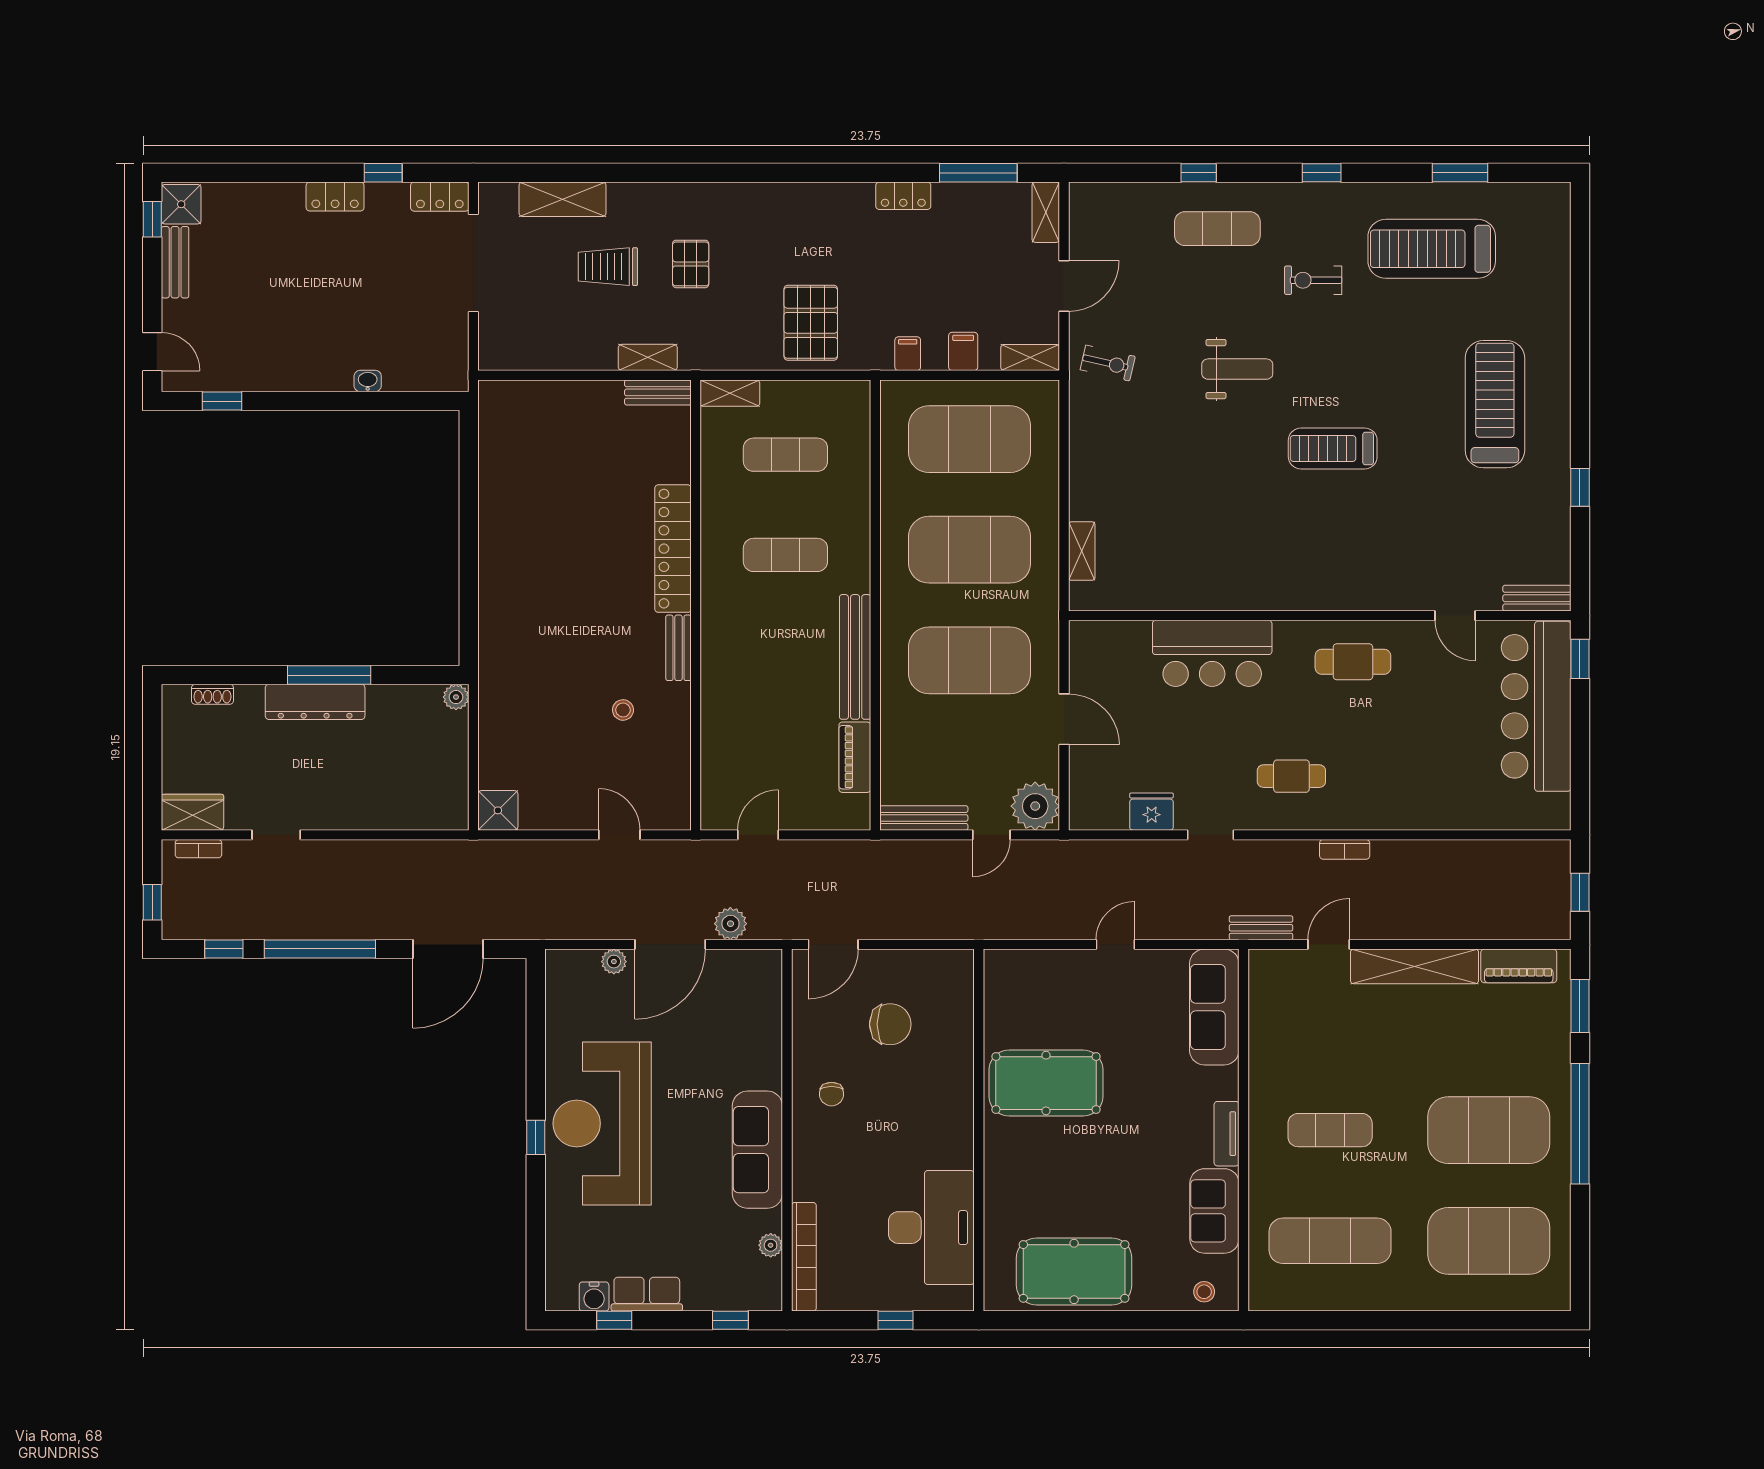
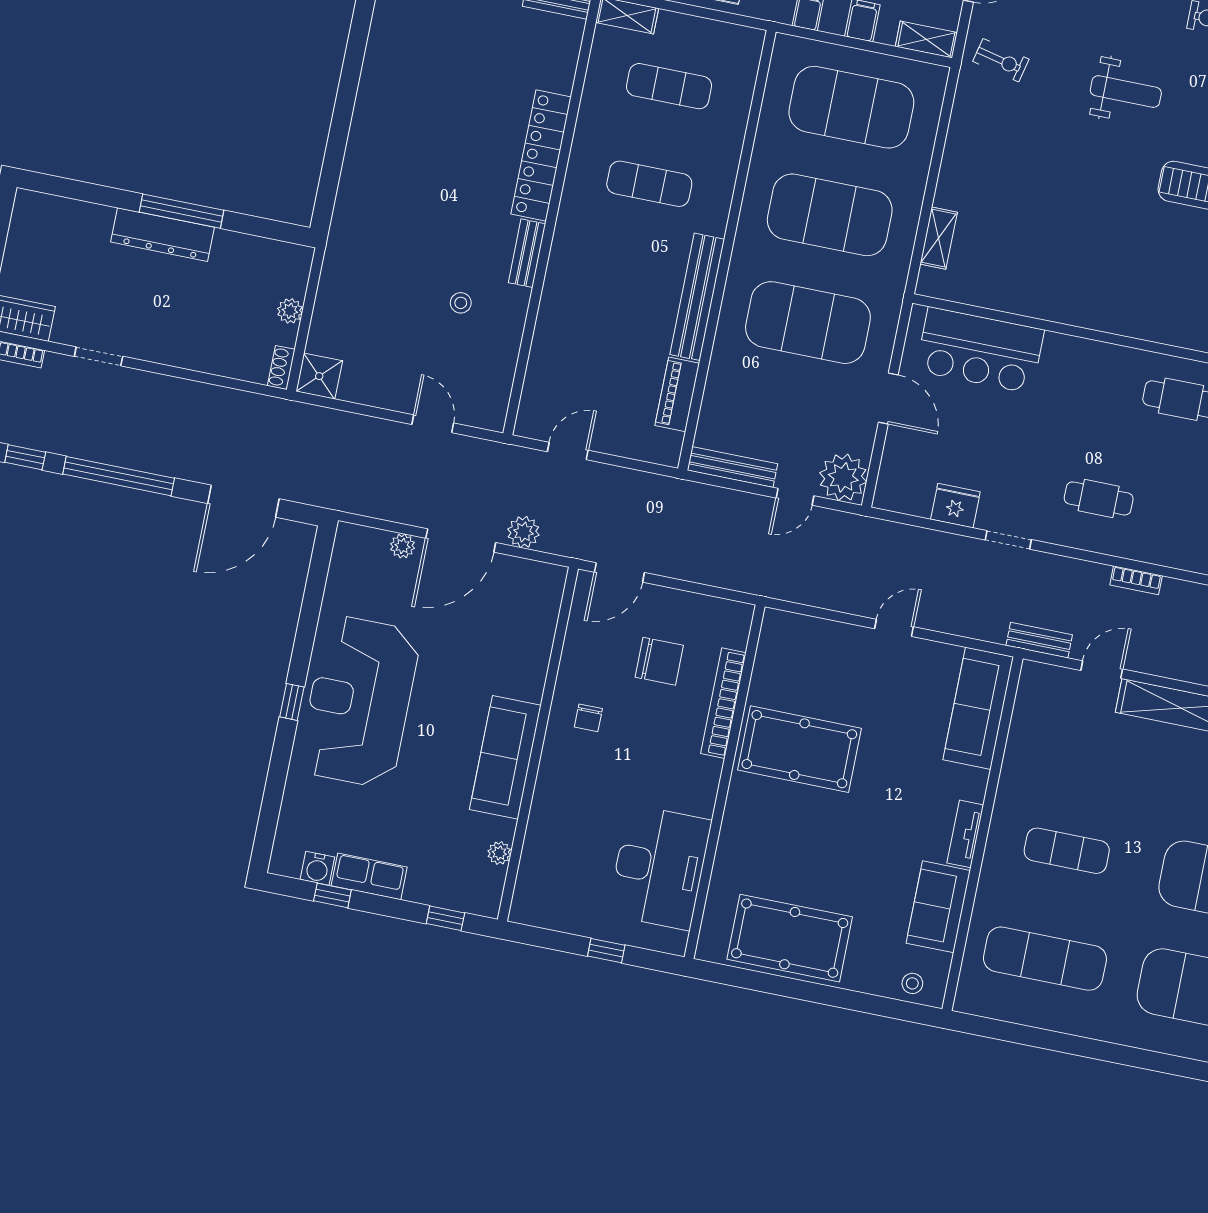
bar counter: (1212, 653) -> (980, 350), moved
shoe rack: (212, 694) -> (281, 368), moved, turned 90
plant: (456, 697) -> (290, 311), moved
bookcase: (804, 1257) -> (723, 703), moved, turned 180

